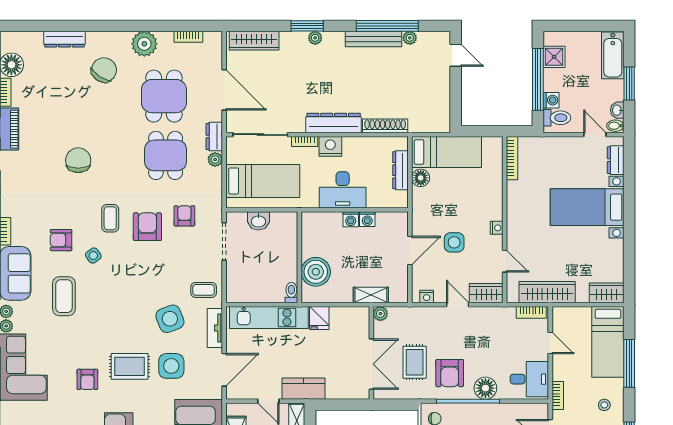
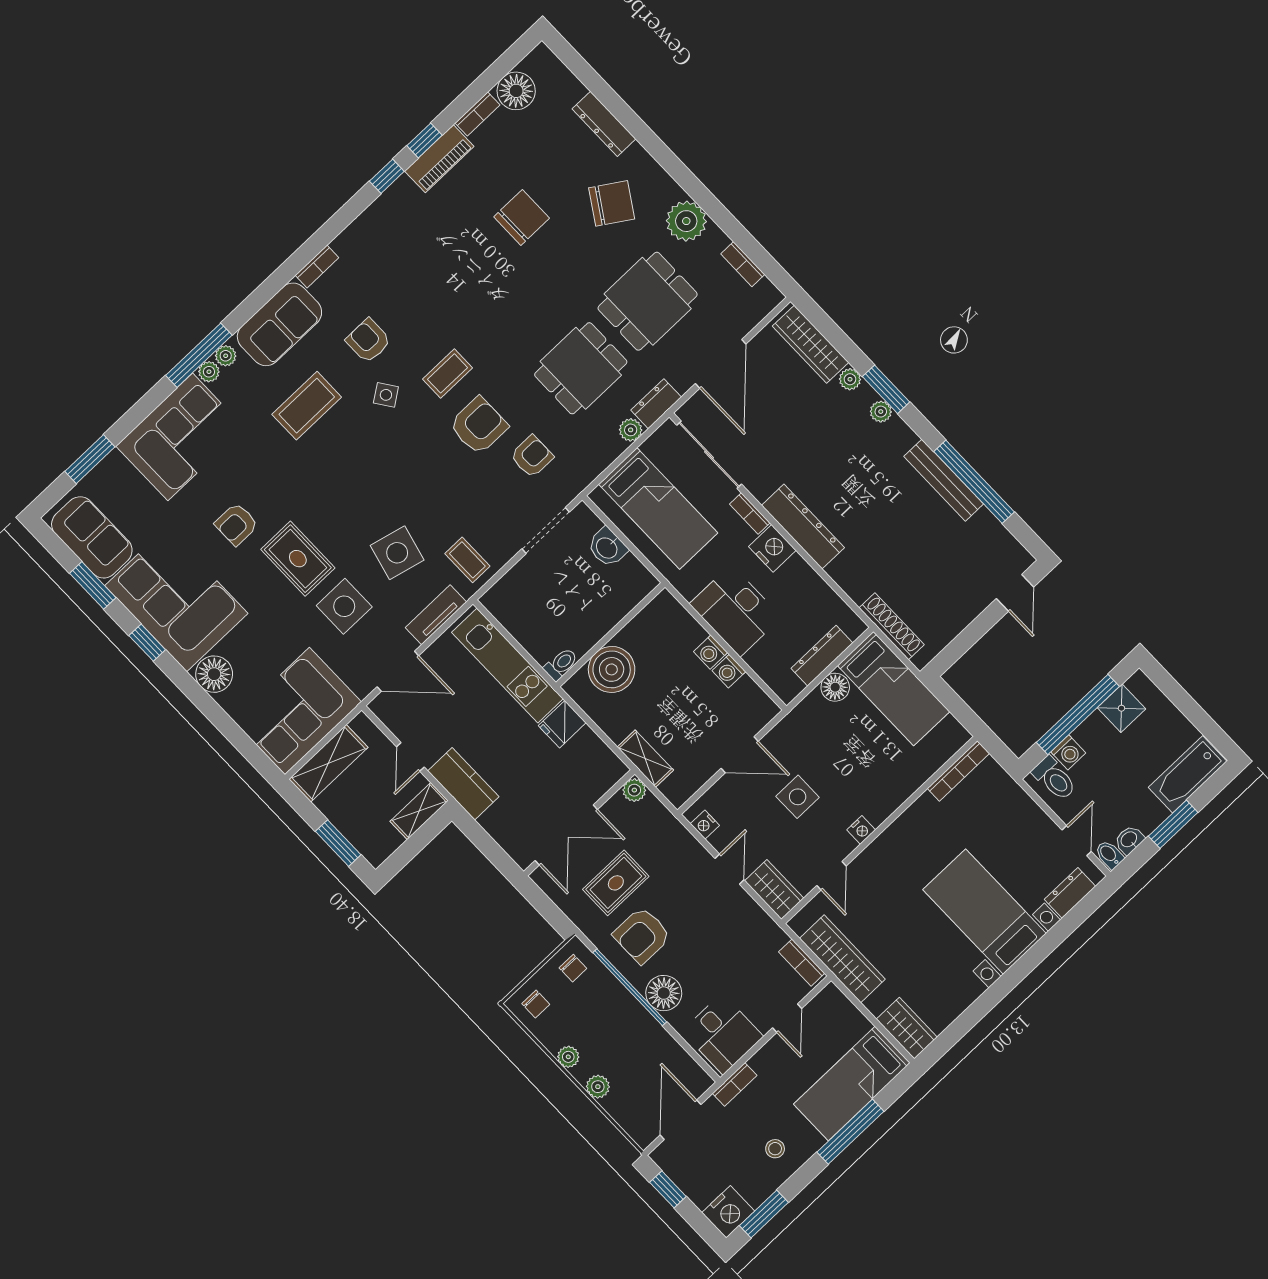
plant: (410, 38) -> (850, 379), moved
shoe rack: (385, 126) -> (892, 626), moved
chair: (78, 160) -> (522, 217), moved
side table: (170, 319) -> (397, 553), turned 35

